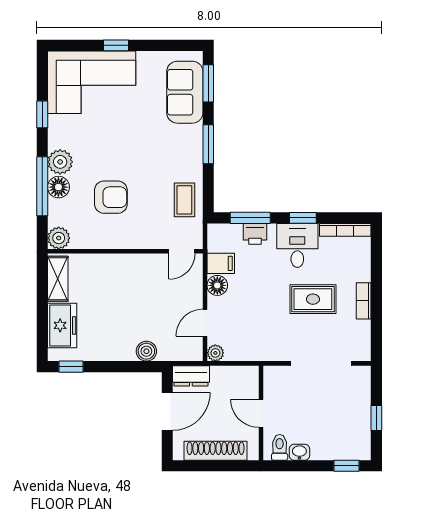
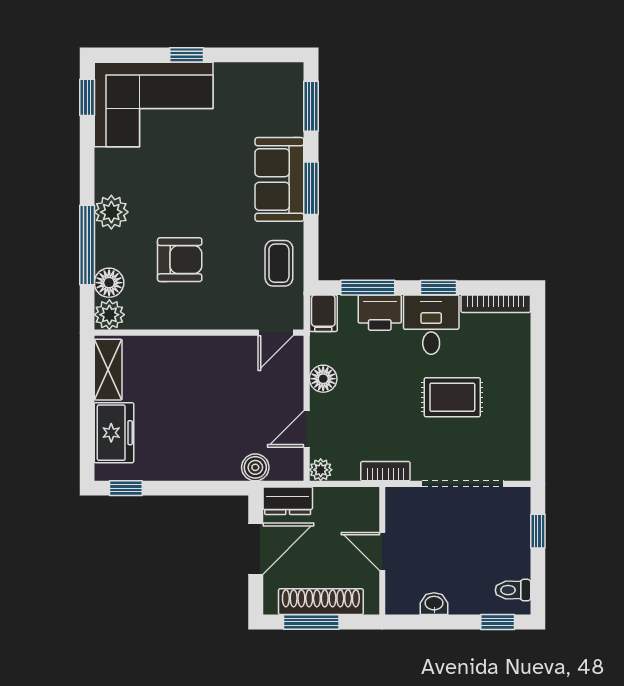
sofa: (185, 92) -> (279, 179), moved
window: (42, 114) -> (87, 97), moved
floor lamp: (58, 187) -> (109, 283), moved
printer: (255, 234) -> (380, 313), width x1.36, depth x1.24
filing cabinet: (221, 263) -> (323, 313), moved, turned 90
bookcase: (364, 301) -> (385, 471), moved, turned 90
boiler: (146, 351) -> (255, 467), moved
window: (376, 418) -> (538, 531), moved
toilet: (280, 447) -> (513, 590), moved, turned -90
window: (208, 466) -> (311, 622), added

